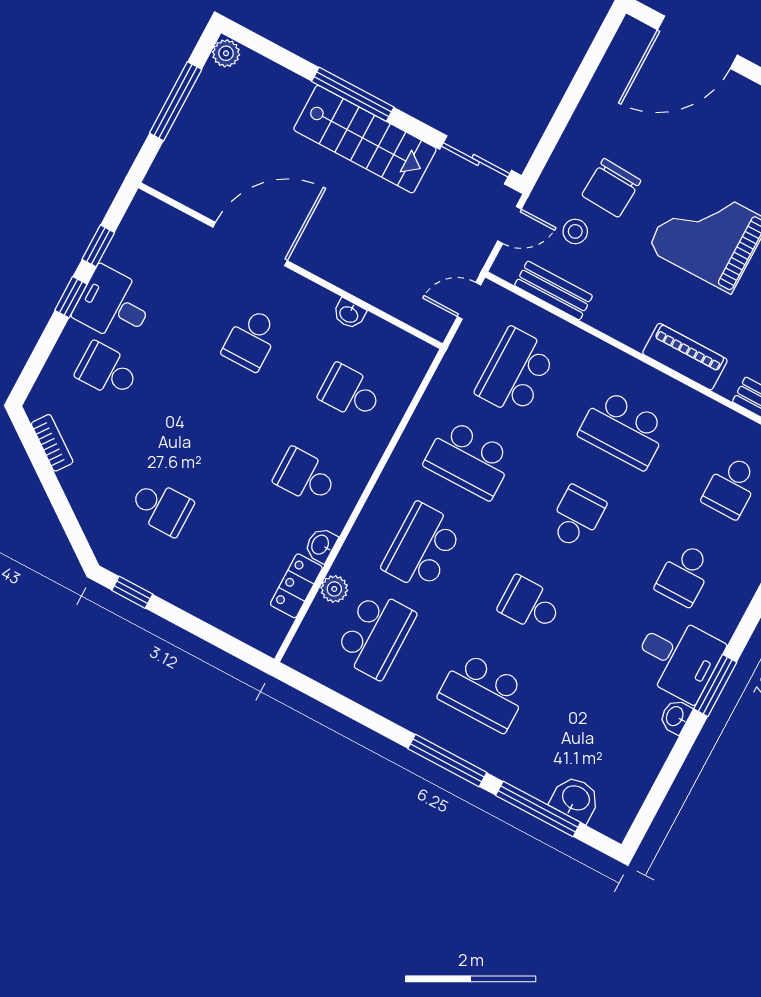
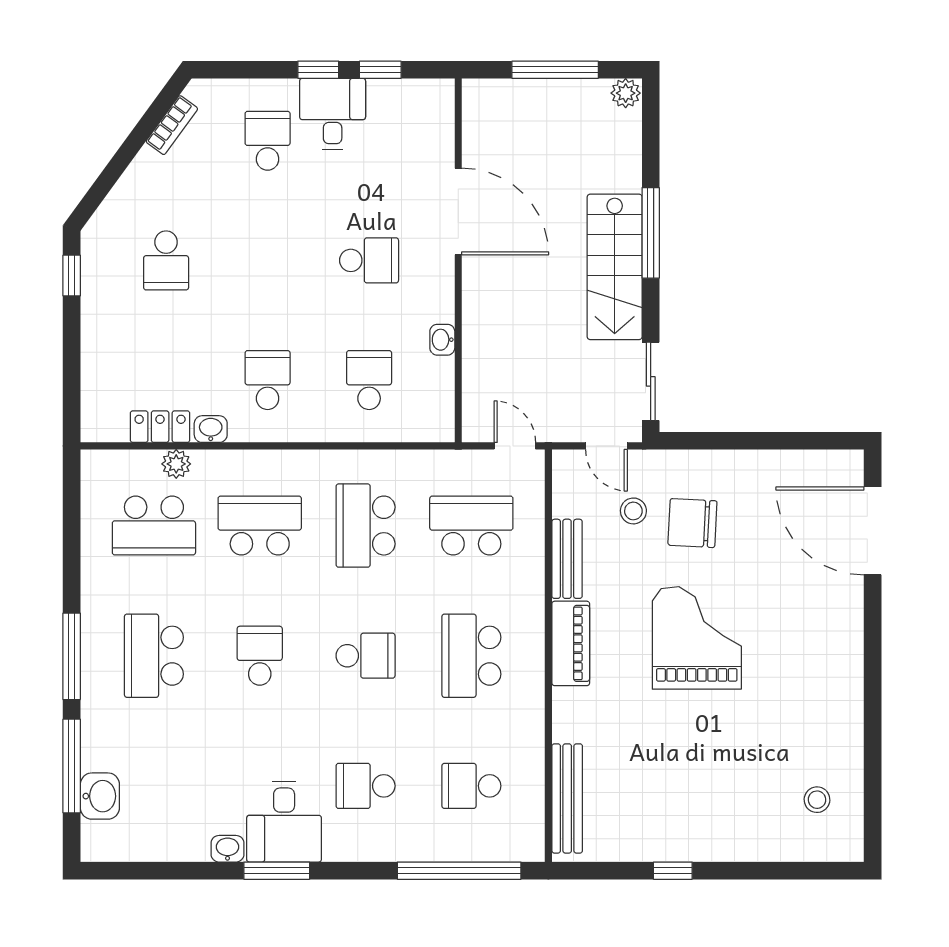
bench: (554, 290) -> (567, 559), moved
school desk: (251, 339) -> (369, 260), turned 180
piano: (685, 357) -> (571, 643), moved

